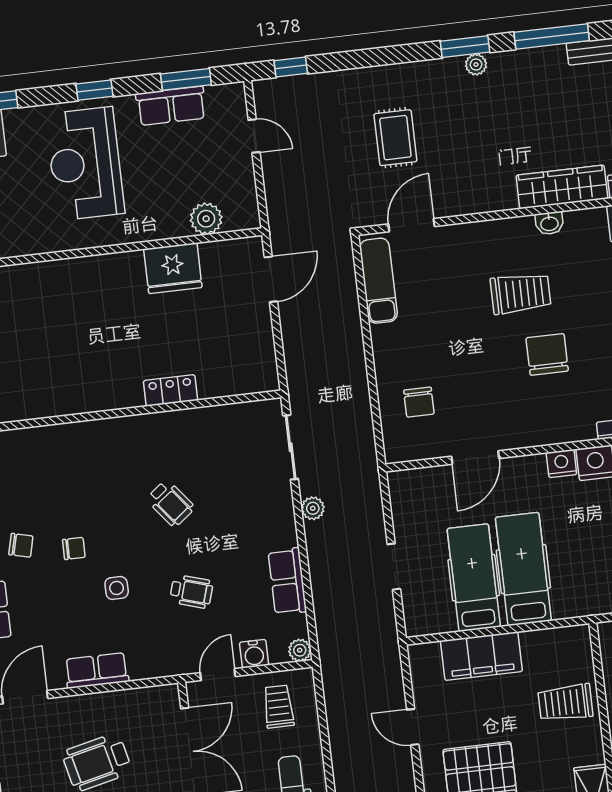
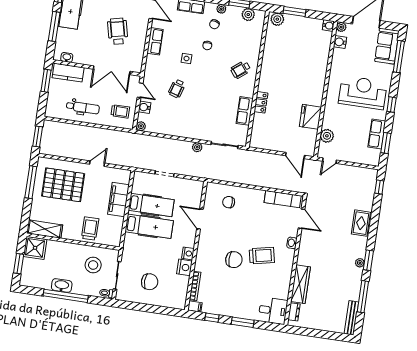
door: (254, 136) -> (329, 161), moved
rug: (395, 138) -> (361, 223), moved, turned 90
washbasin: (549, 223) -> (292, 243), moved
trolley: (521, 293) -> (262, 256), turned -102
wheelchair: (171, 503) -> (241, 70), moved
row of seats: (287, 581) -> (245, 111), moved, turned -90

